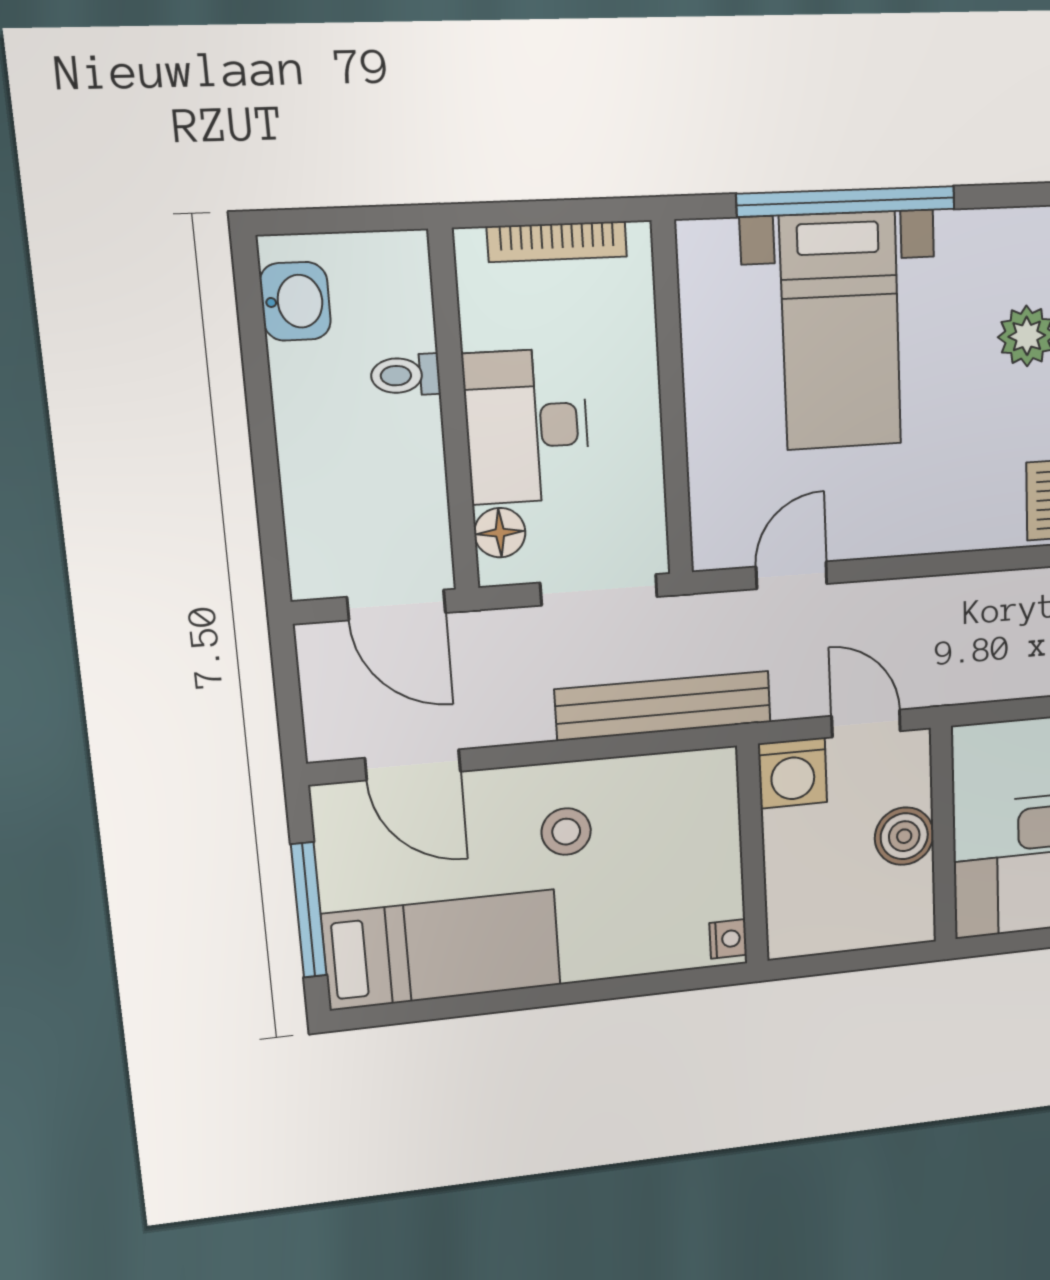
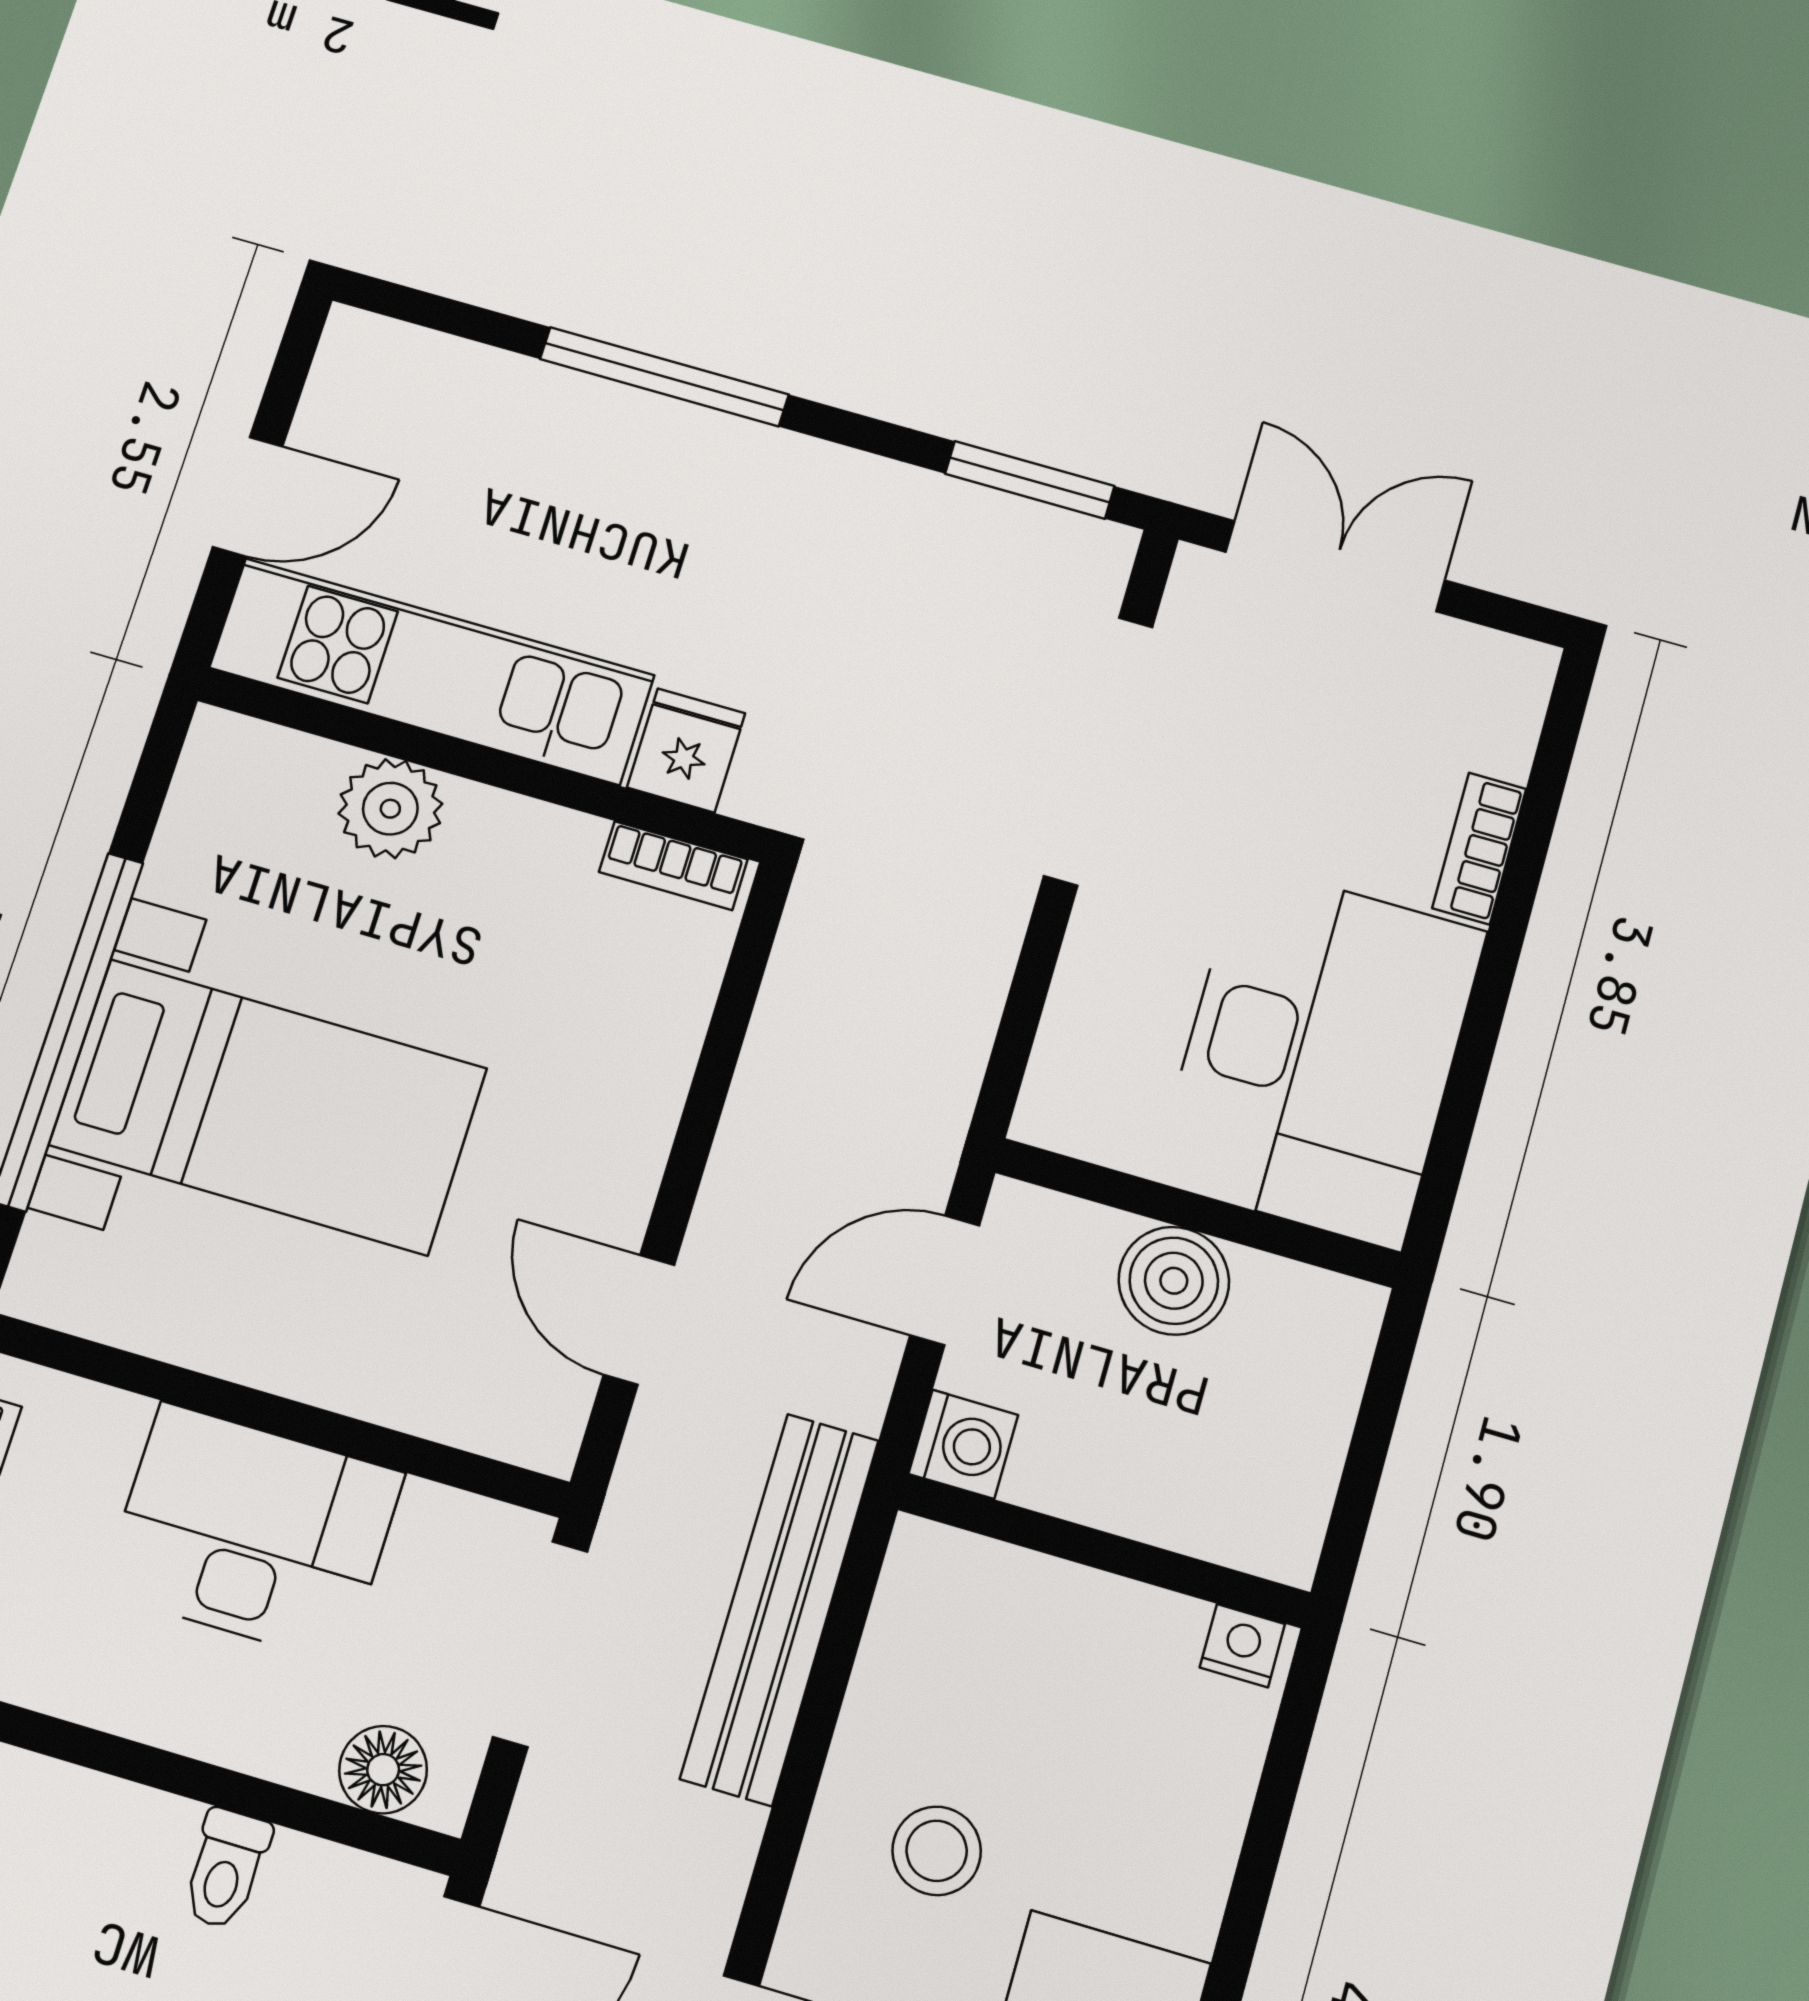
toilet: (405, 375) -> (226, 1869), moved
desk: (527, 426) -> (253, 1533), moved, turned 180
washing machine: (793, 773) -> (963, 1444), width x0.73, depth x0.73

